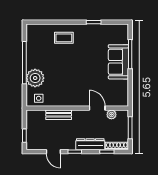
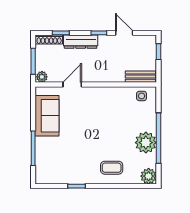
plant: (33, 31) -> (149, 176), added
sofa: (118, 62) -> (47, 116), moved
plant: (35, 78) -> (146, 143), moved
door: (97, 108) -> (72, 84), swing flipped
plant: (111, 114) -> (42, 77), moved
bench: (59, 115) -> (140, 77), moved

